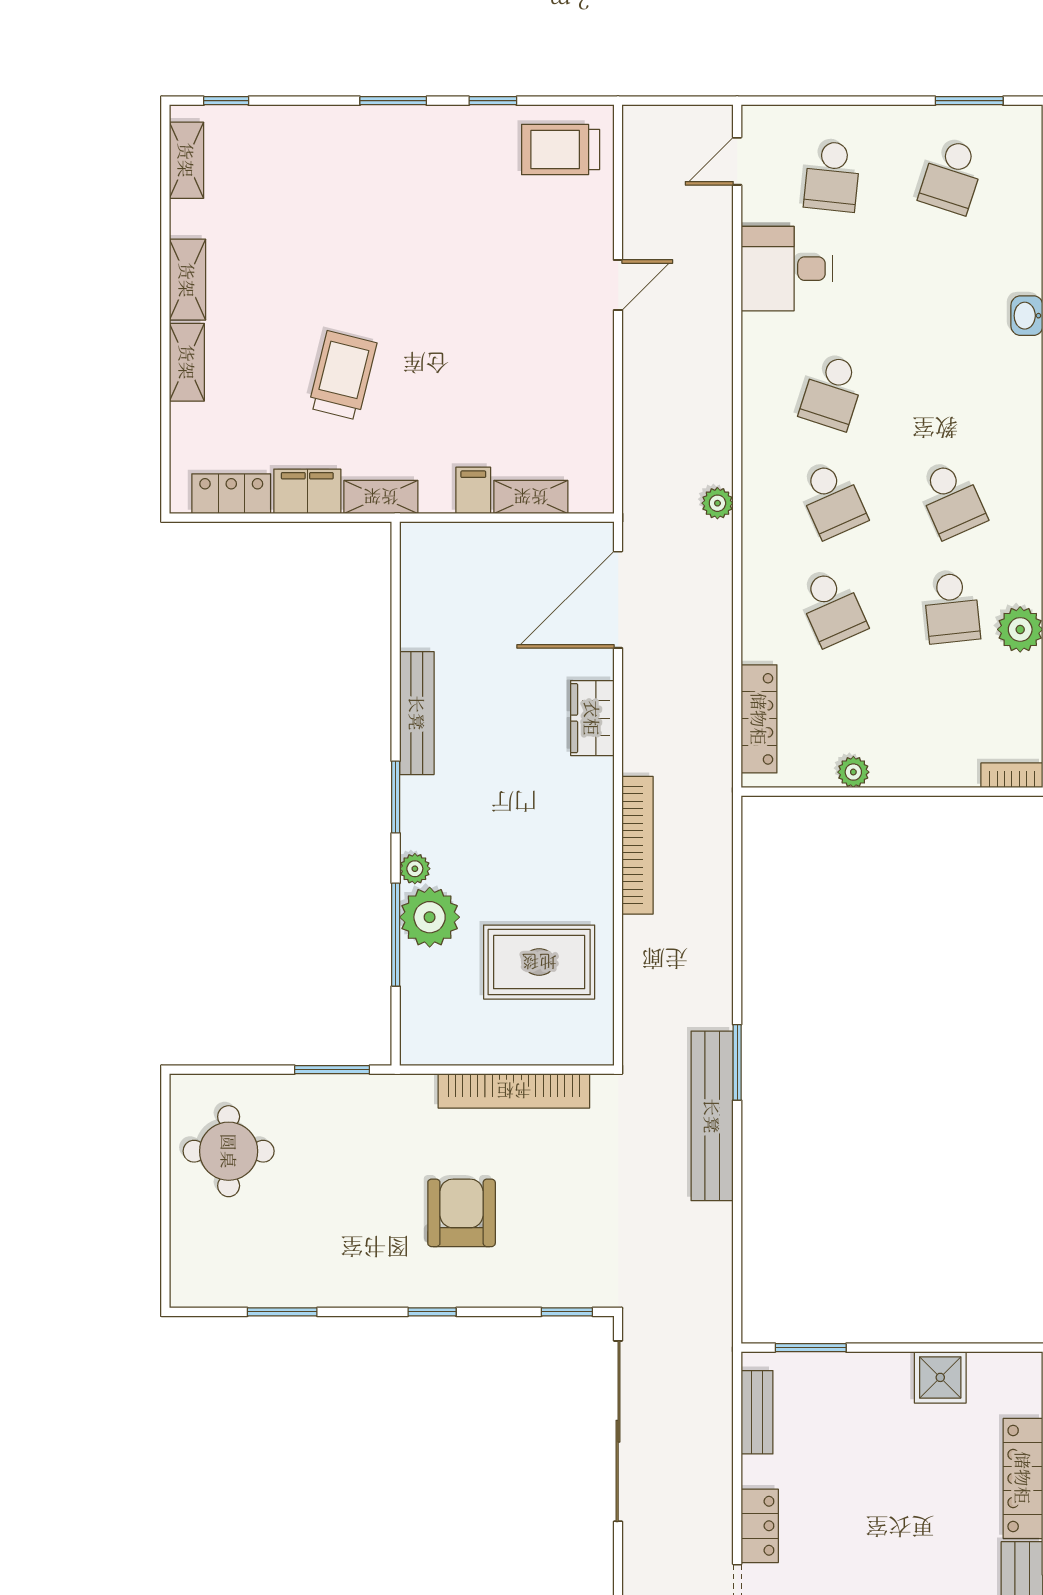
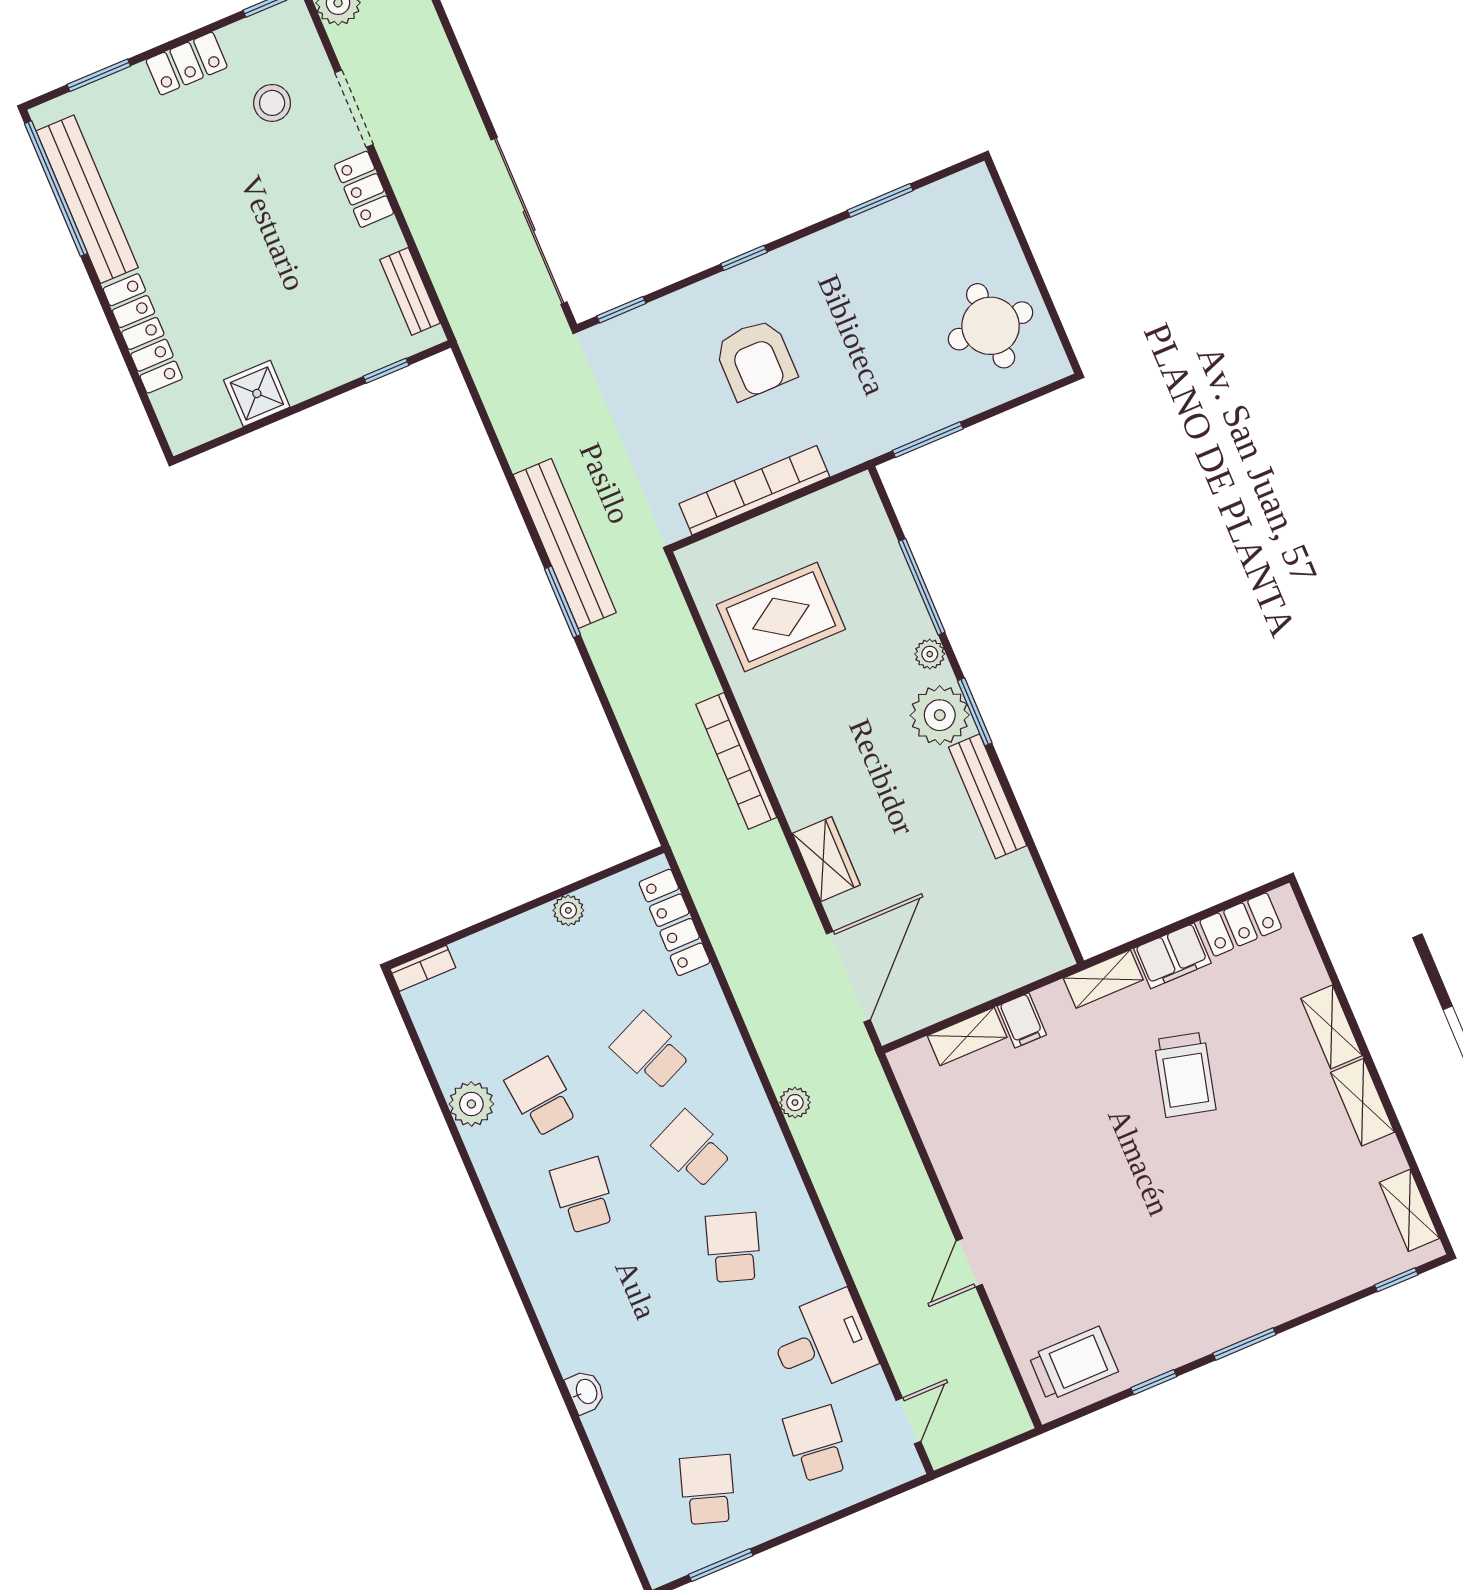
school desk: (952, 500) -> (583, 1195), turned 30
plant: (430, 917) -> (940, 715), moved
window: (811, 1348) -> (386, 371), width x0.67

